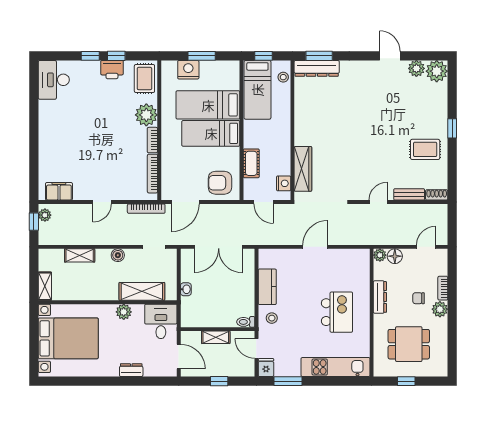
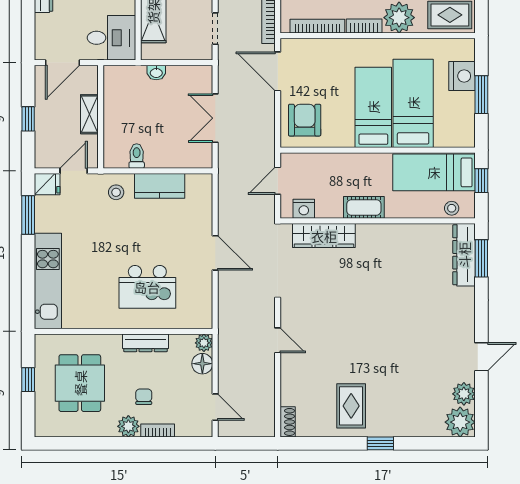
cot: (251, 163) -> (364, 207), moved
bench: (409, 194) -> (288, 384), removed
double door: (219, 247) -> (215, 118), width x0.73
kitchen island: (337, 312) -> (147, 287), moved
toilet: (246, 322) -> (137, 156), moved

